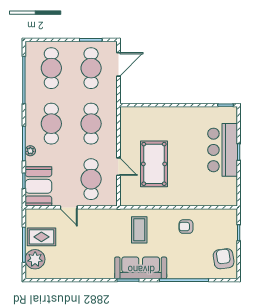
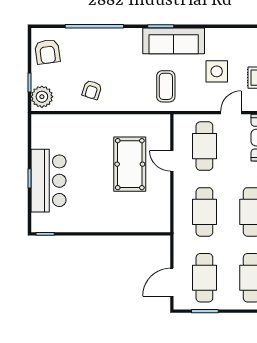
door: (69, 207) -> (231, 113), hinge flipped
plant: (228, 221) -> (42, 97), added
armchair: (186, 227) -> (92, 90), turned 108
coffee table: (139, 230) -> (166, 86), moved
side table: (81, 242) -> (217, 71), added
sofa: (141, 268) -> (174, 41), moved

